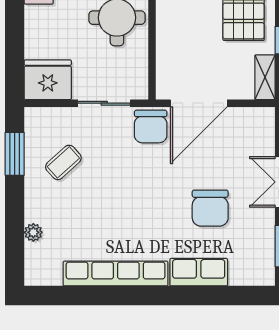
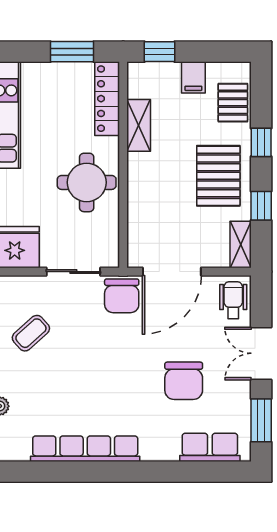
wheelchair: (258, 131) -> (233, 300), added
row of seats: (199, 272) -> (210, 447), moved

